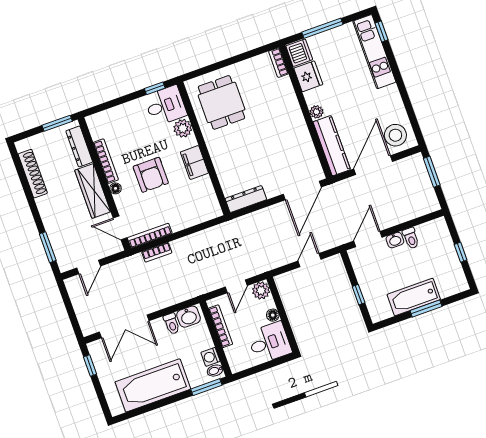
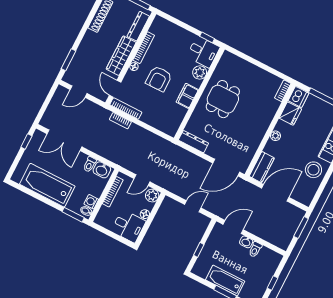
dining table: (222, 102) -> (223, 99), moved
stool: (395, 135) -> (313, 170), moved
kitchen counter: (332, 146) -> (262, 167), width x0.67

